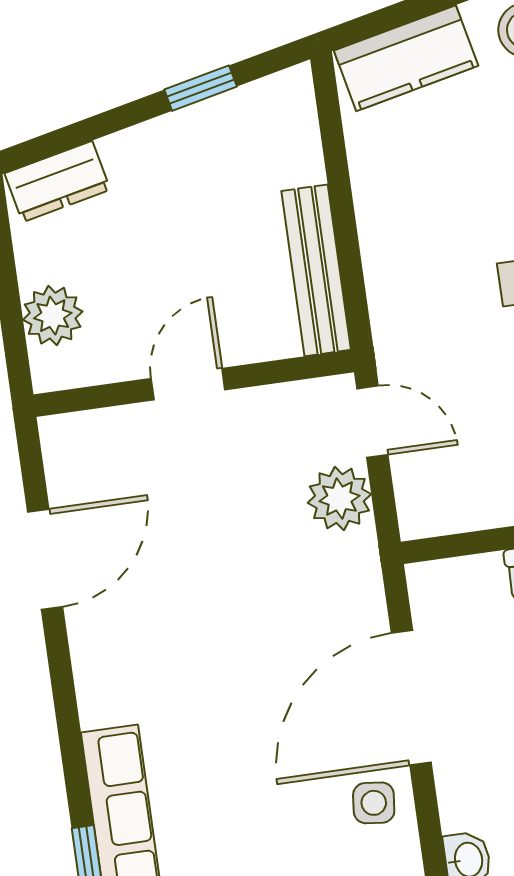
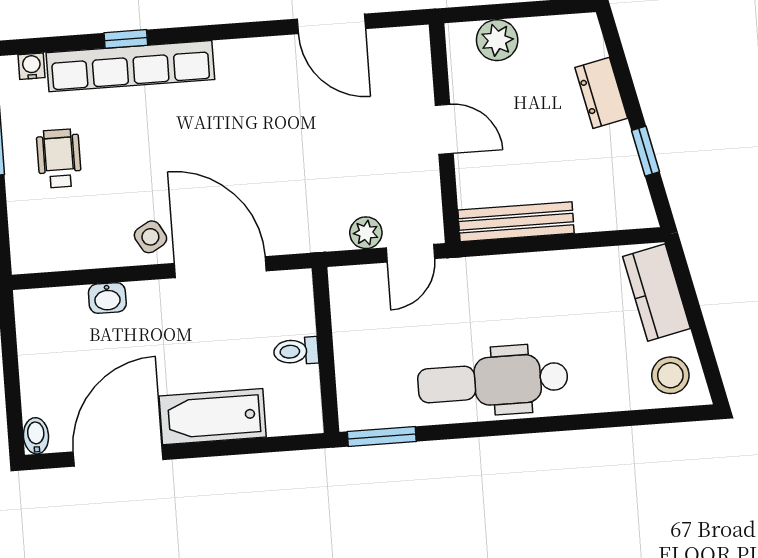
dresser: (57, 181) -> (601, 93), moved
plant: (339, 499) -> (366, 233), width x0.73, depth x0.73
side table: (374, 803) -> (150, 237), turned -36

